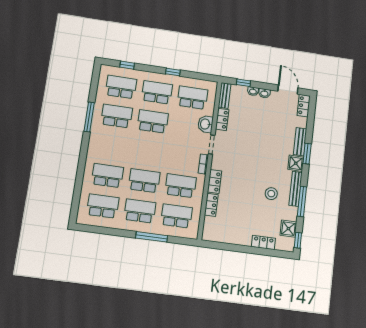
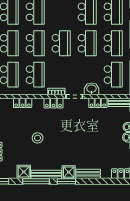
school desk: (148, 151) -> (61, 43), added
window: (307, 154) -> (66, 181), moved
locker: (214, 182) -> (53, 103), moved
stool: (271, 194) -> (38, 138), moved
shower: (288, 229) -> (24, 172), moved

